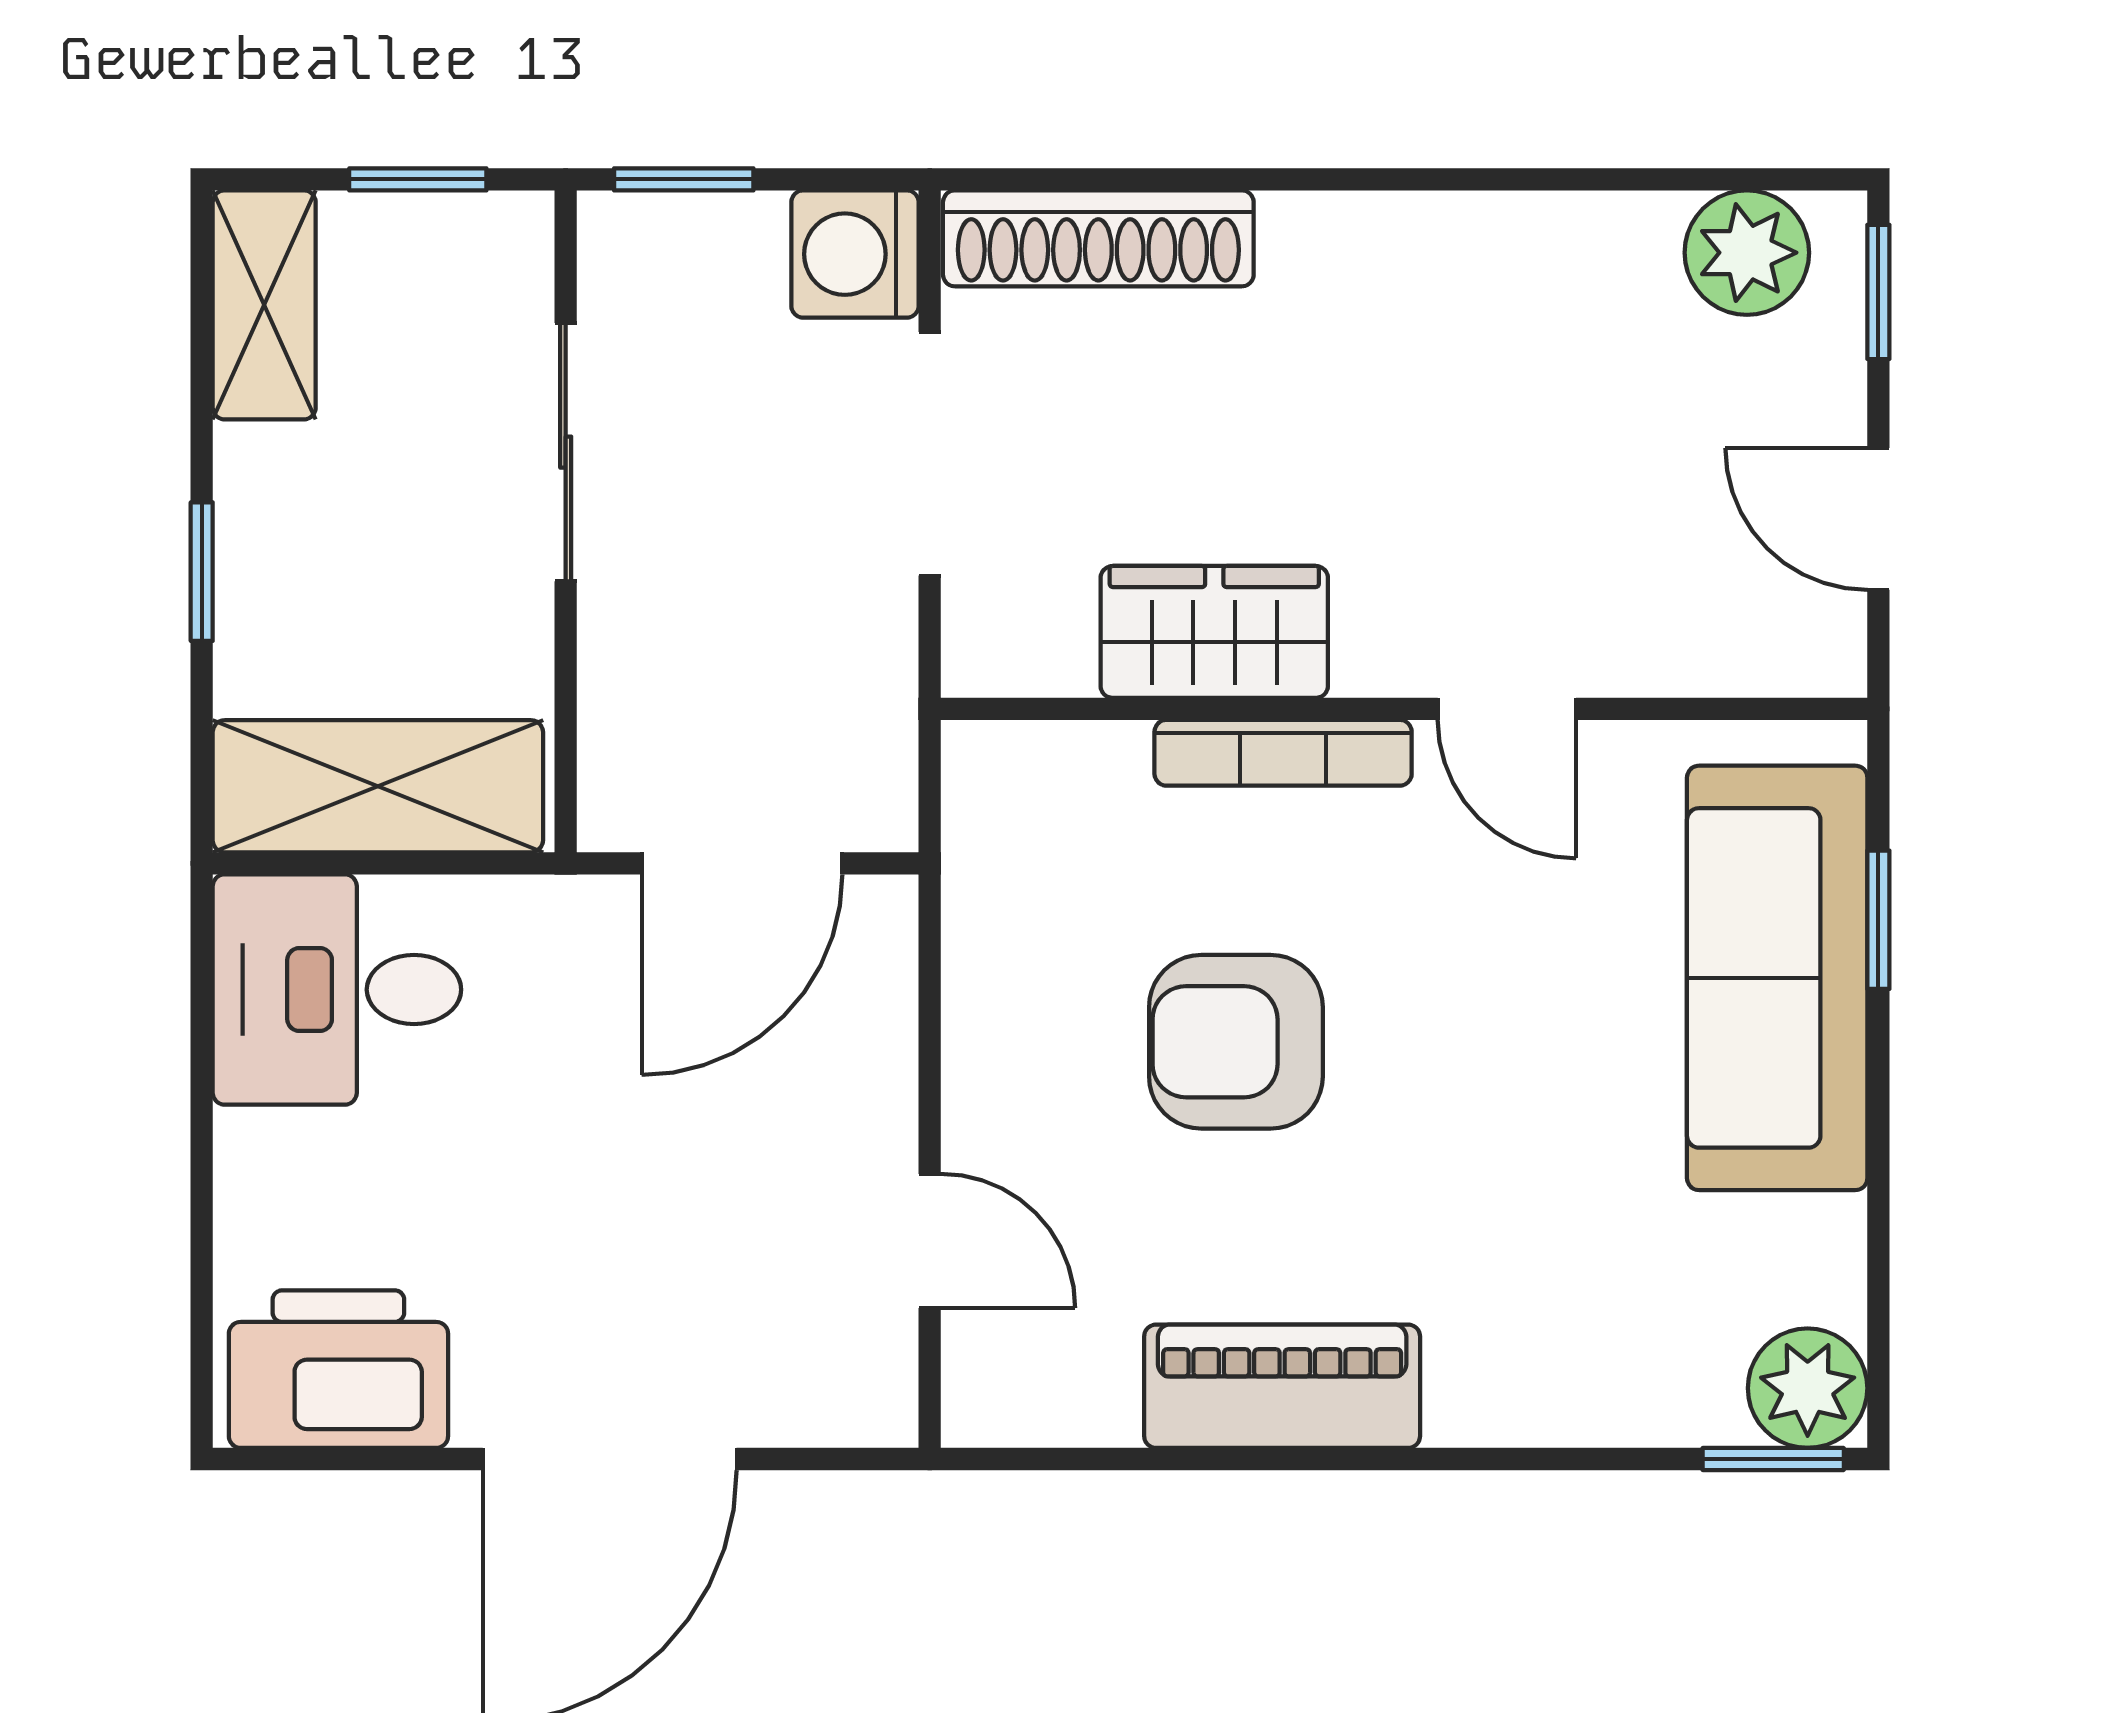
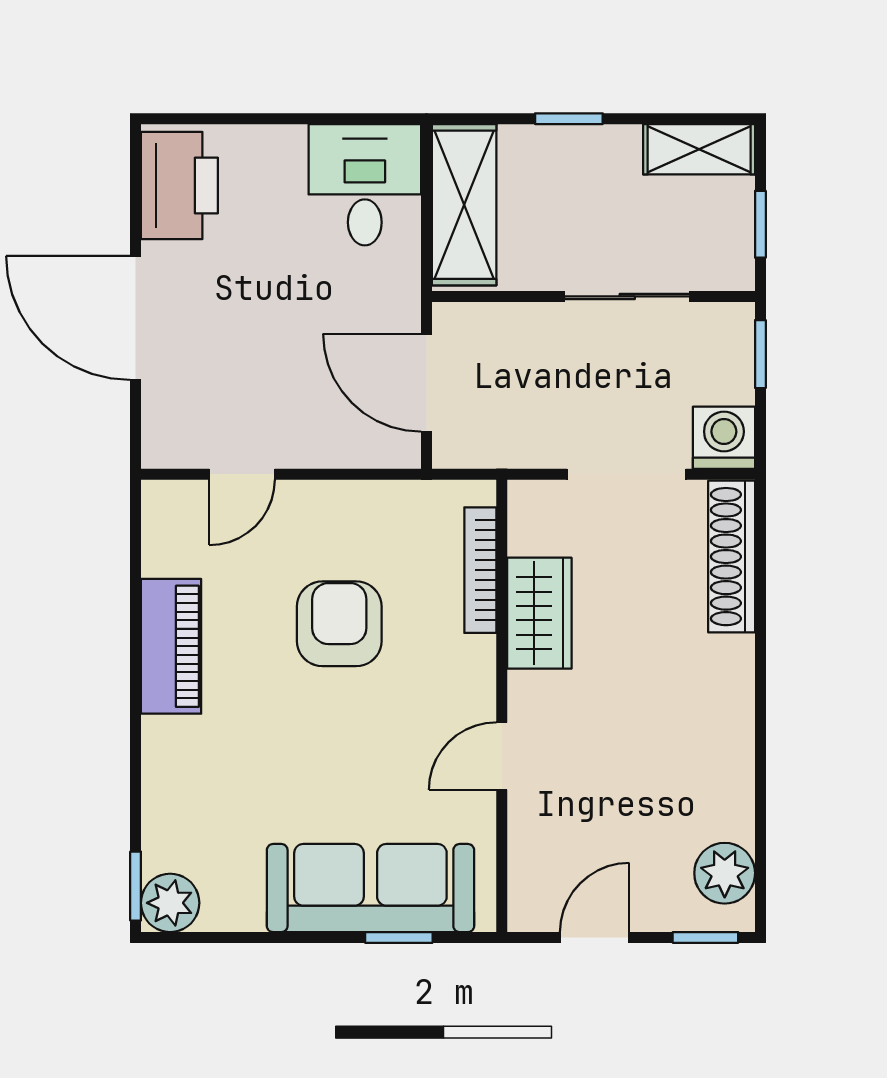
bookcase: (1283, 753) -> (480, 570), moved

